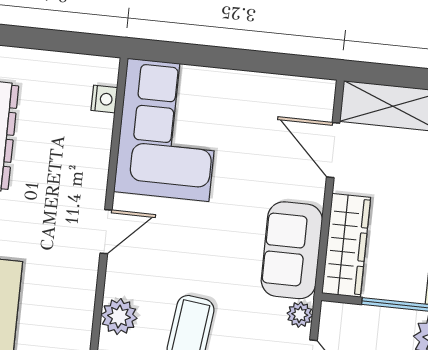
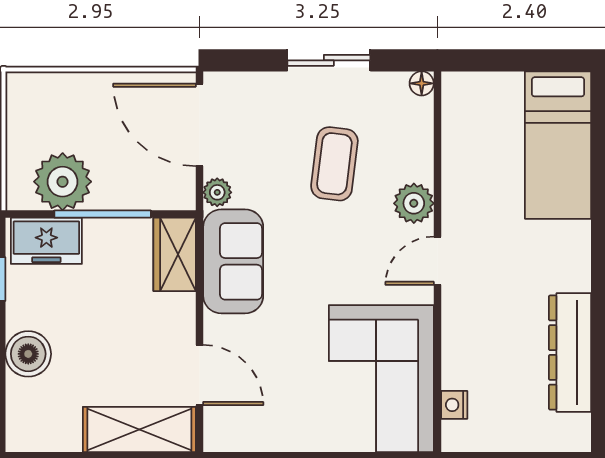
wardrobe: (346, 245) -> (175, 254), width x0.67
plant: (119, 317) -> (414, 203), moved

